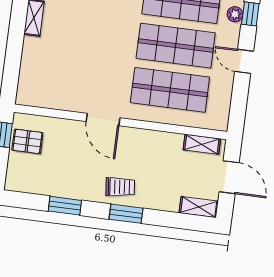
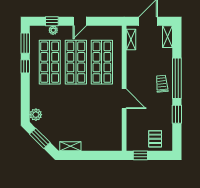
door: (103, 120) -> (124, 99), hinge flipped
pallet: (27, 141) -> (155, 139), moved
window: (126, 214) -> (177, 78), width x2.11

